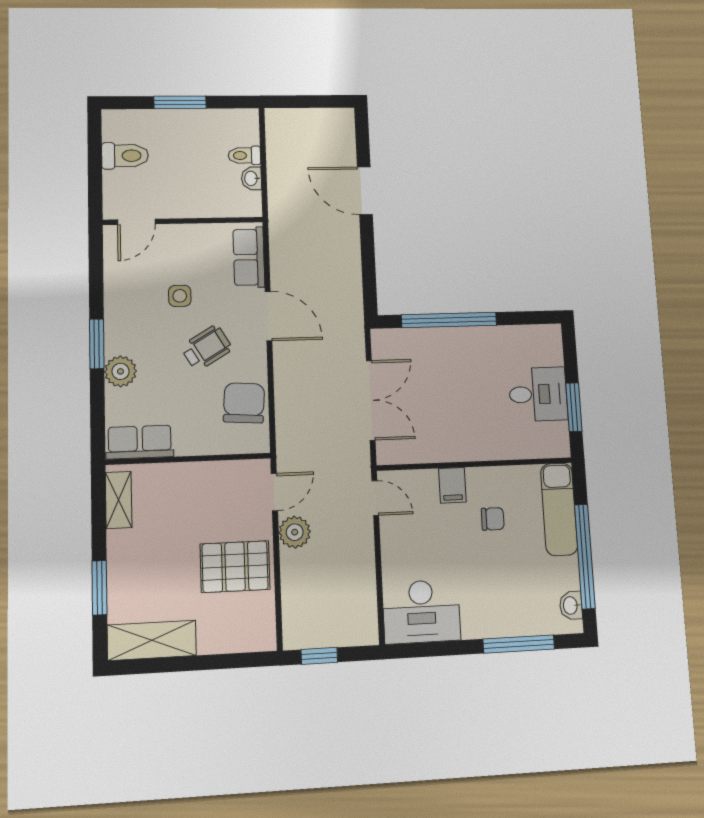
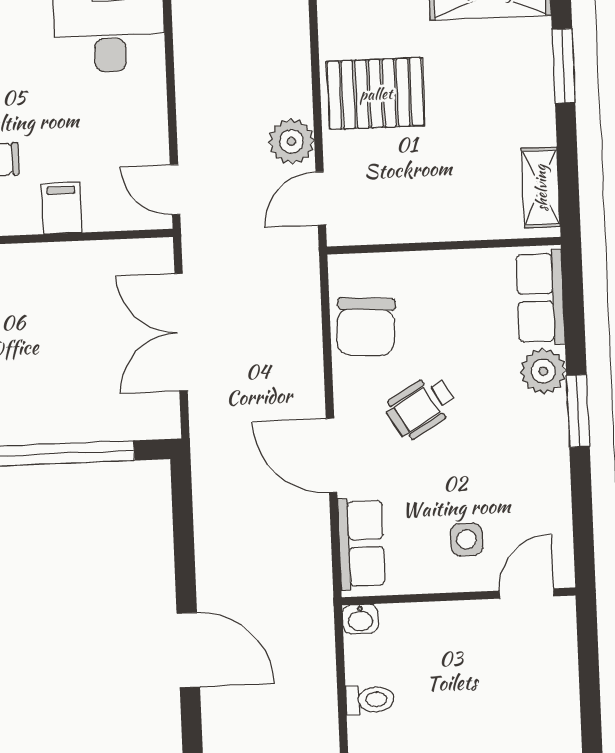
toilet: (125, 156) -> (546, 694), removed
washbasin: (251, 178) -> (360, 619), moved, turned 90
side table: (180, 296) -> (467, 539), moved
row of seats: (140, 442) -> (540, 298), moved, turned 90

